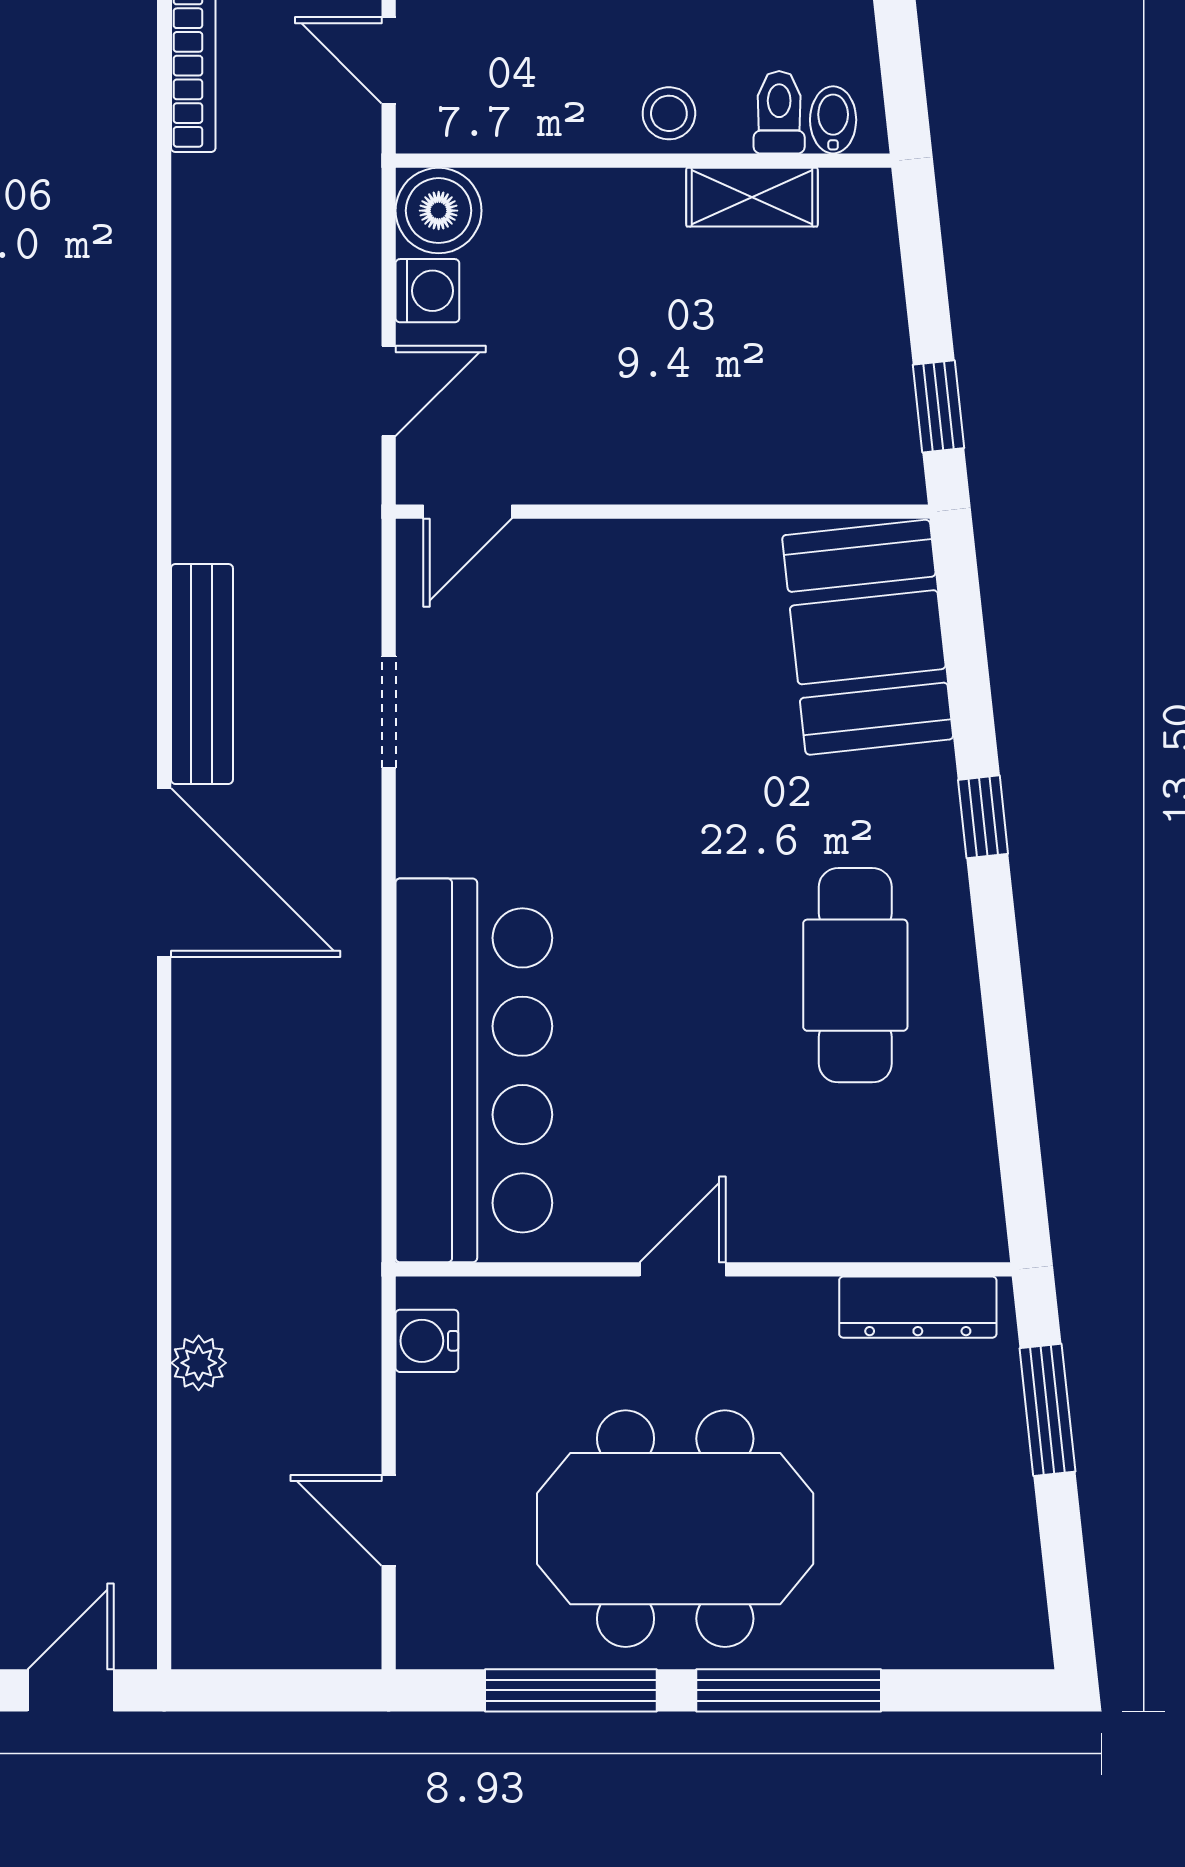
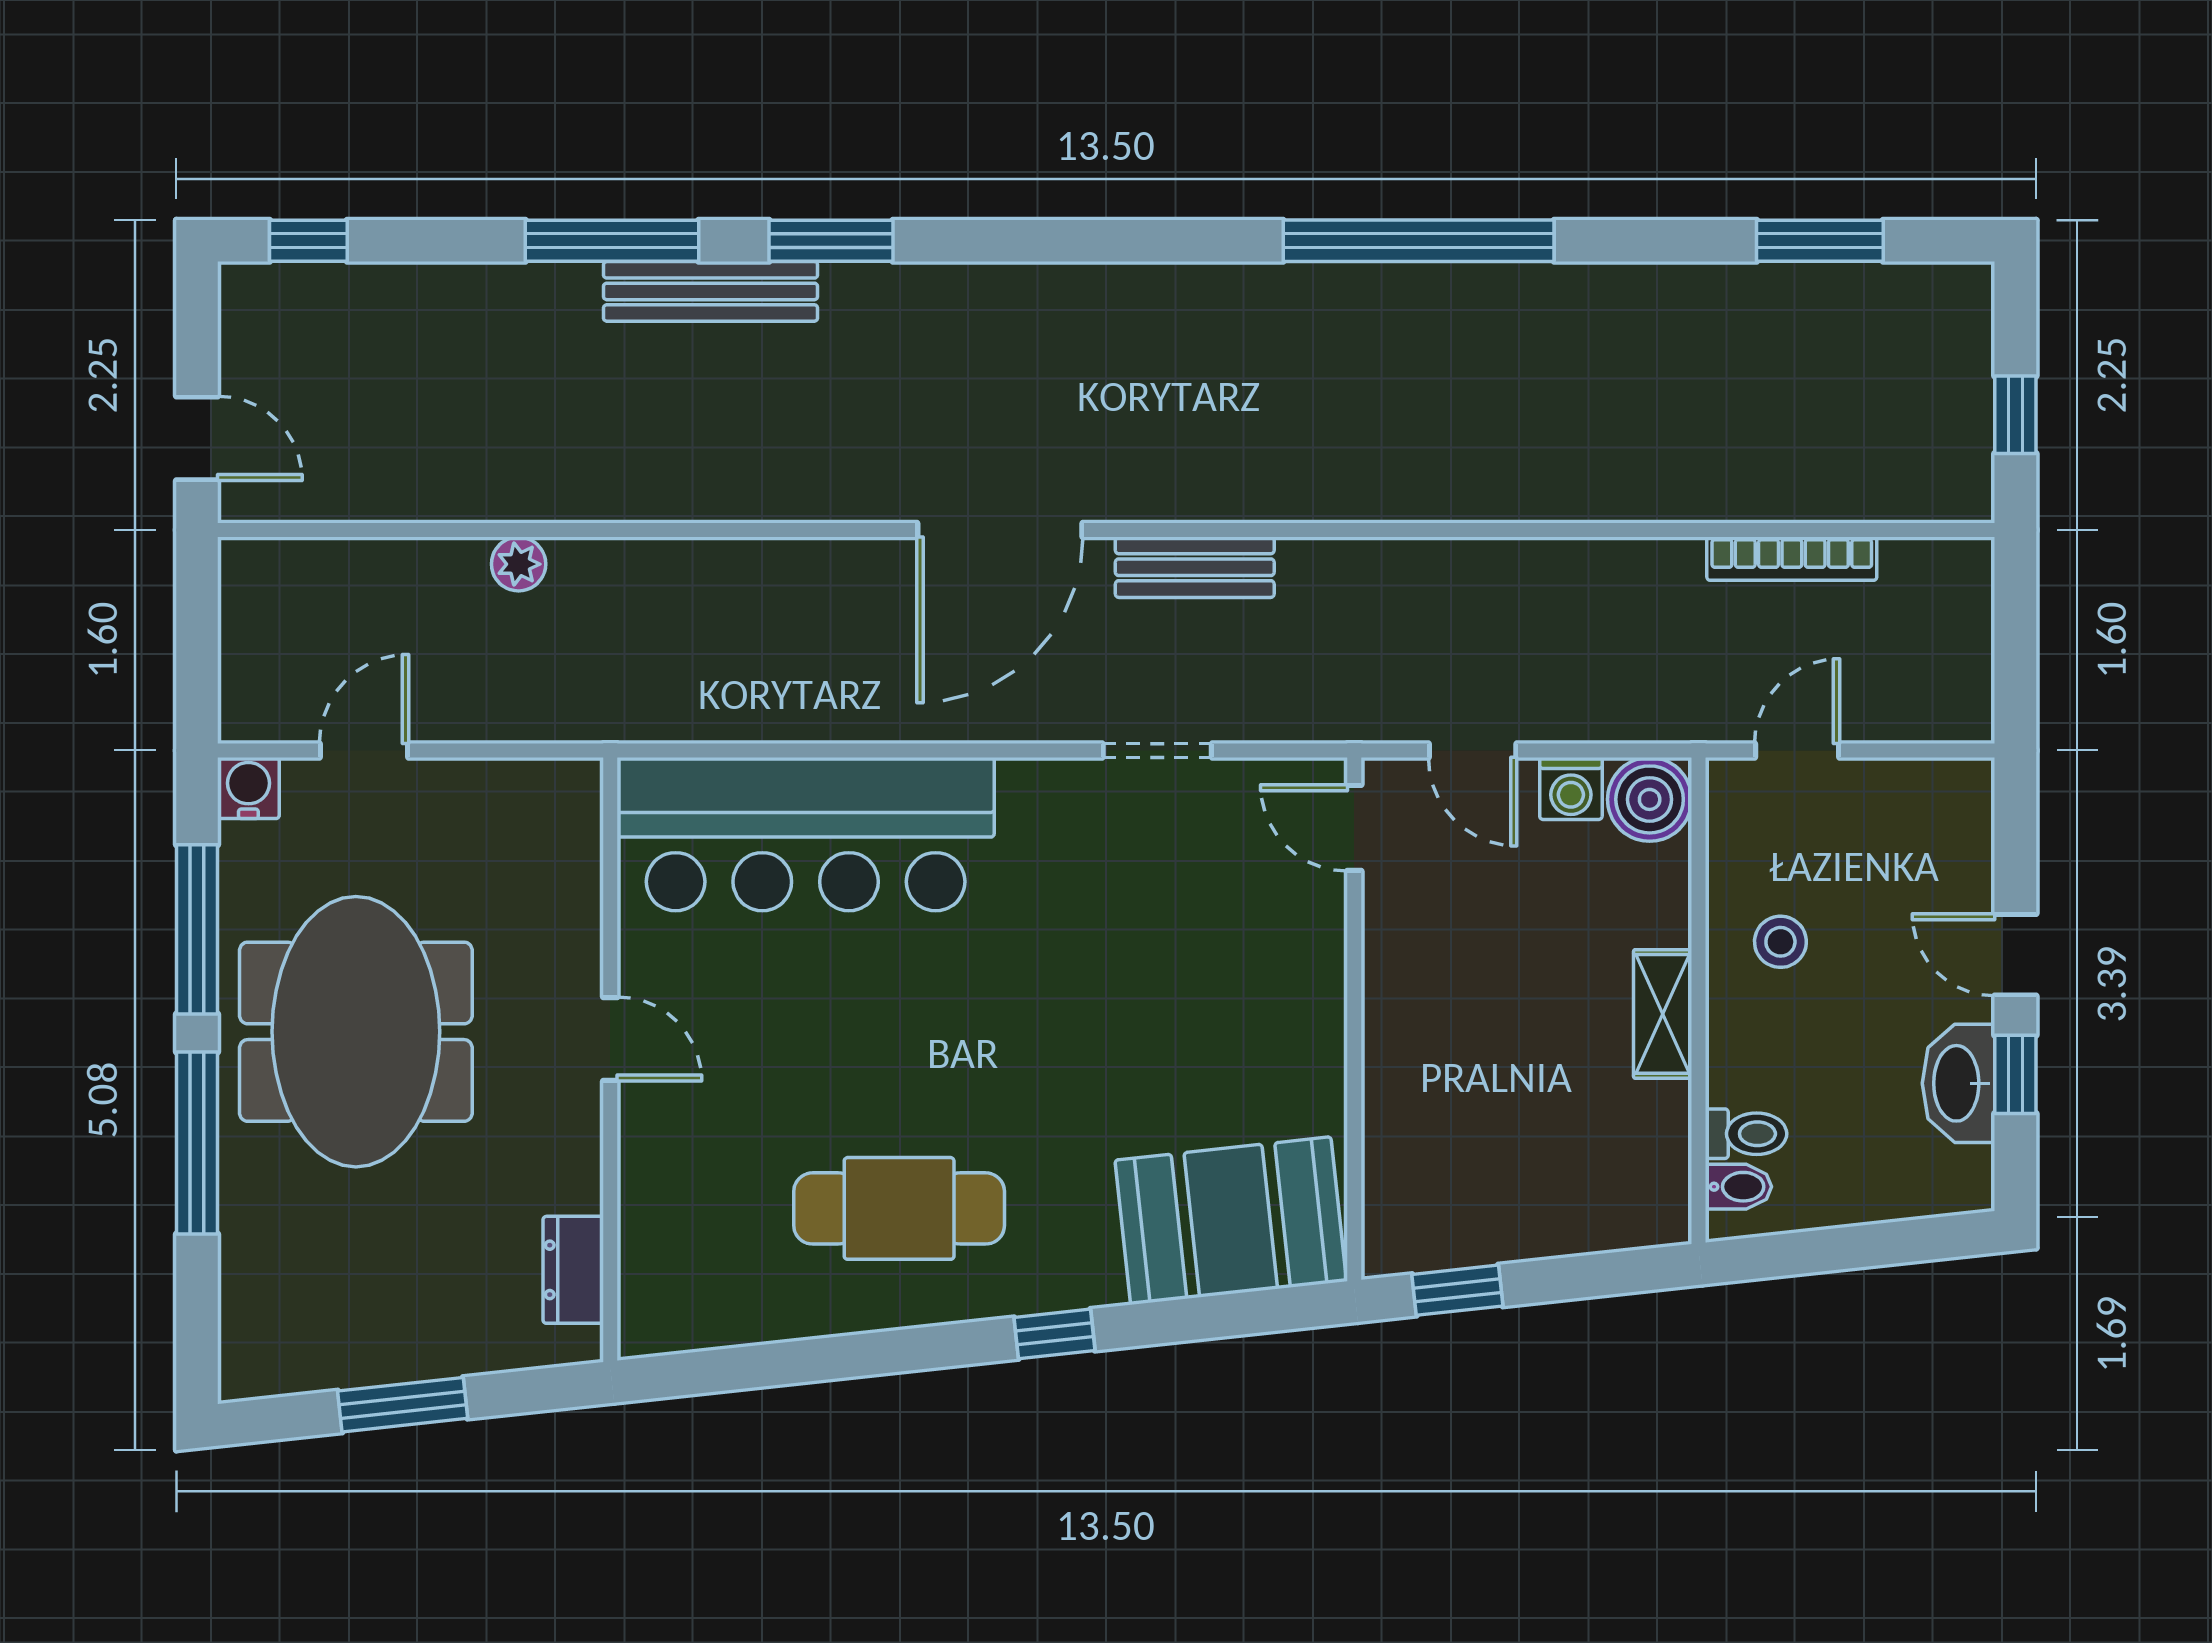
stool: (669, 113) -> (1780, 942), moved
shelving: (752, 197) -> (1663, 1014), moved
bench: (202, 674) -> (1195, 567), width x0.73
dresser: (918, 1307) -> (573, 1270), width x0.70
water cooler: (427, 1341) -> (248, 788), moved
window: (1047, 1410) -> (403, 1405), moved

